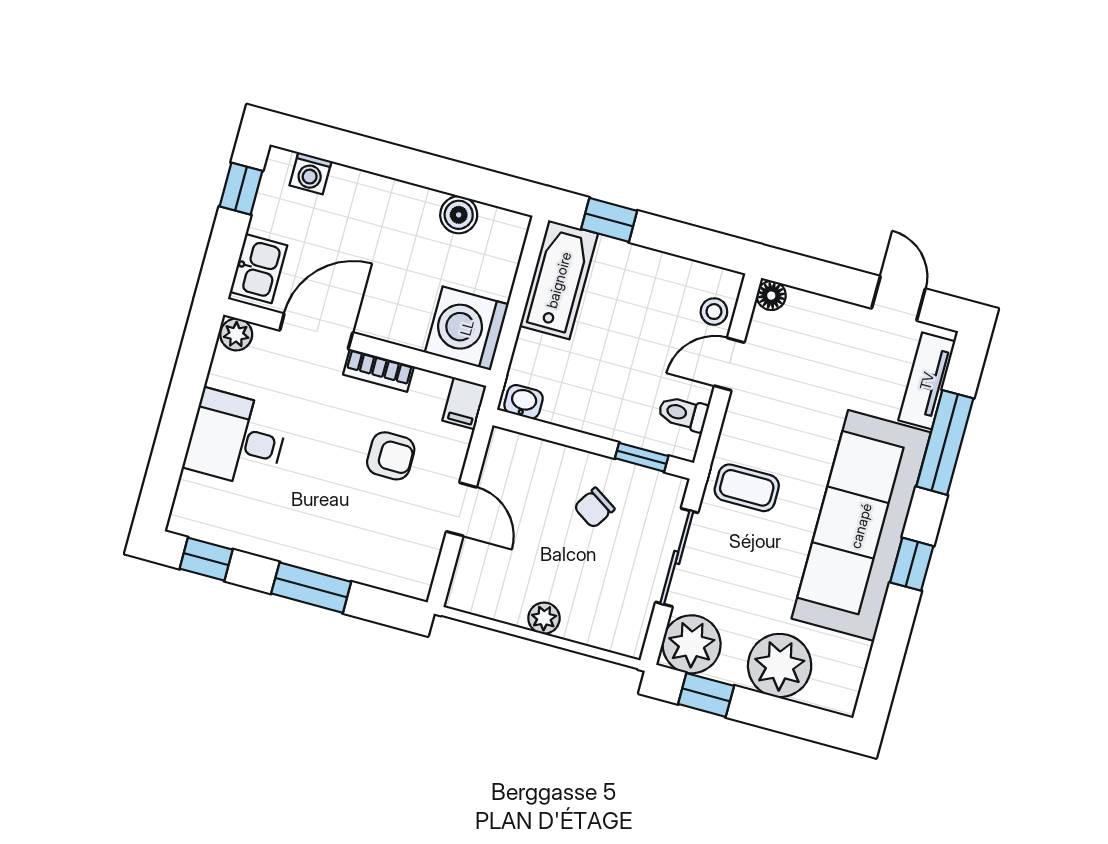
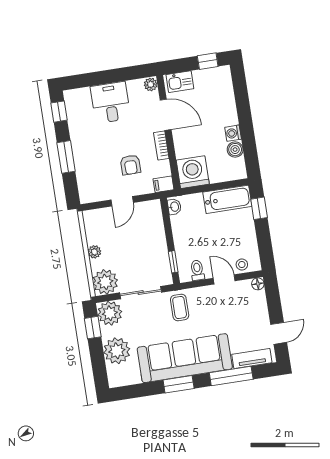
washing machine: (311, 173) -> (233, 133), moved
chair: (594, 508) -> (146, 252), removed
window: (912, 564) -> (179, 384), width x1.50
plant: (619, 624) -> (105, 282), added

